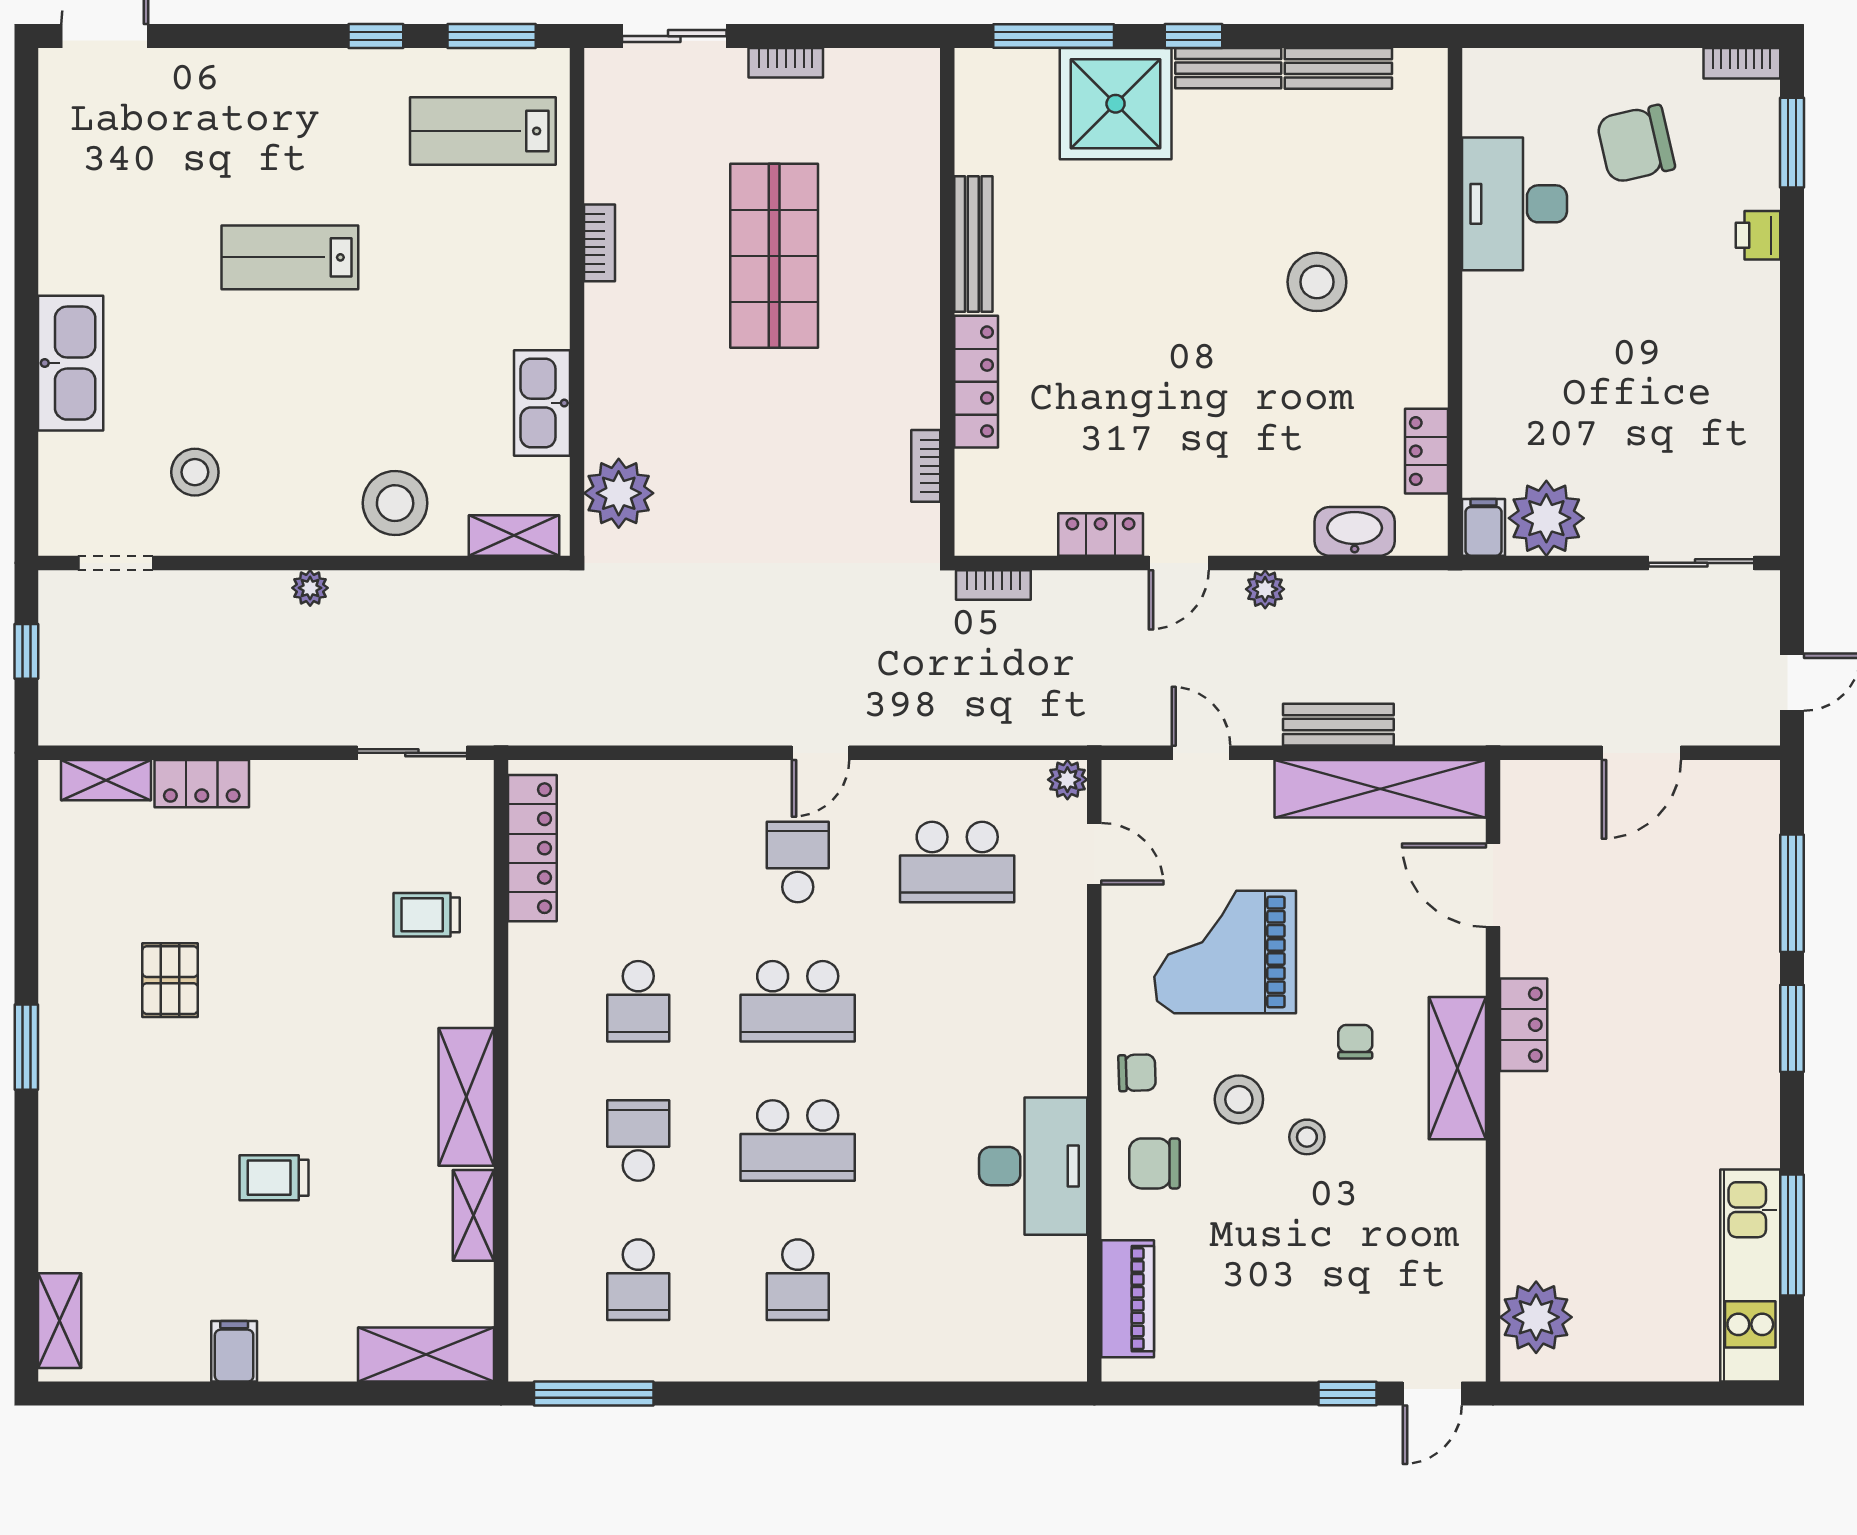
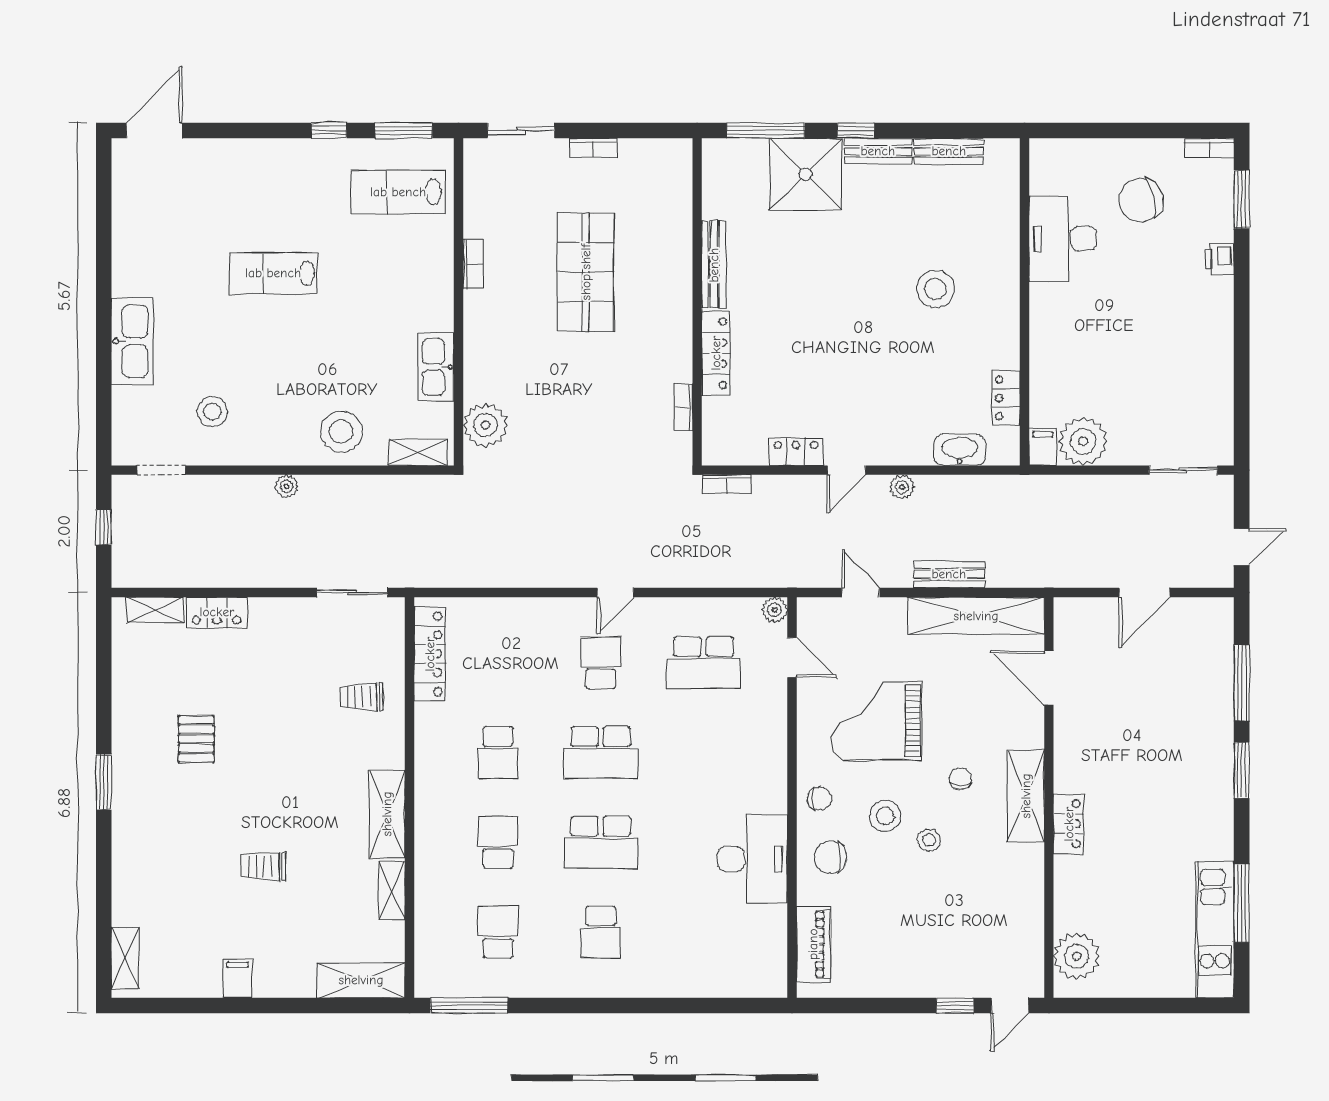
locker: (1524, 1025) -> (1069, 824), moved
school desk: (638, 1280) -> (498, 932), turned 180

